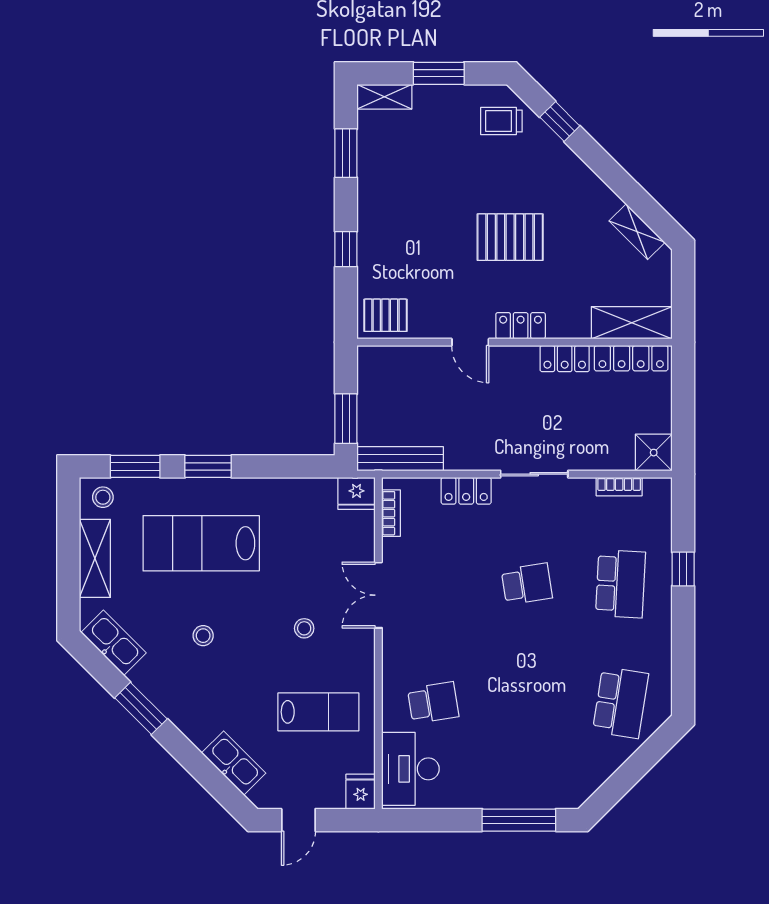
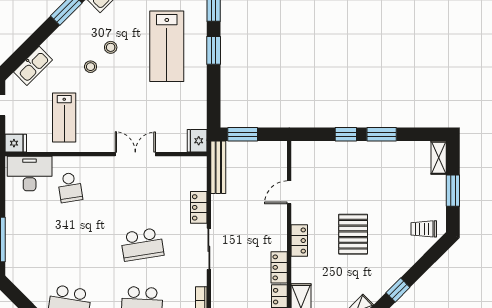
trolley: (501, 121) -> (424, 229), turned -90
window: (560, 121) -> (398, 290), moved
window: (346, 153) -> (382, 134), moved
pallet: (385, 315) -> (306, 158), removed
door: (470, 342) -> (289, 192), moved
bookcase: (391, 513) -> (185, 162), removed
lab bench: (201, 543) -> (167, 46), turned 180
school desk: (527, 584) -> (142, 244), width x1.85
stool: (304, 628) -> (91, 67), moved

